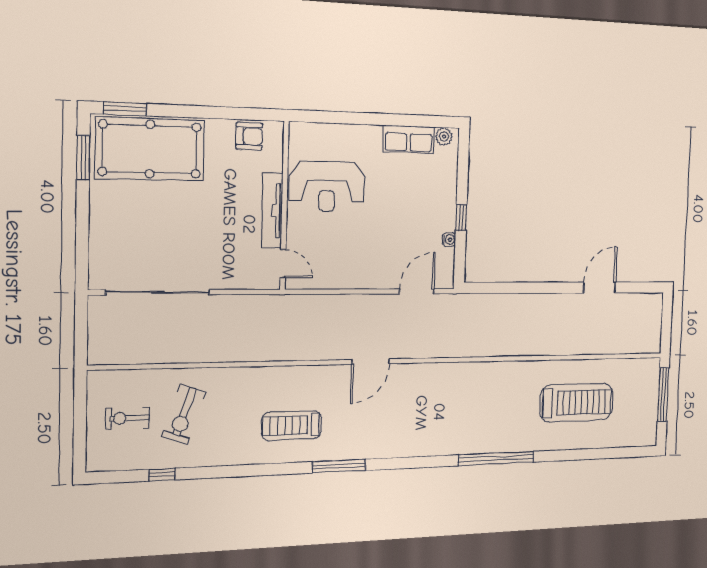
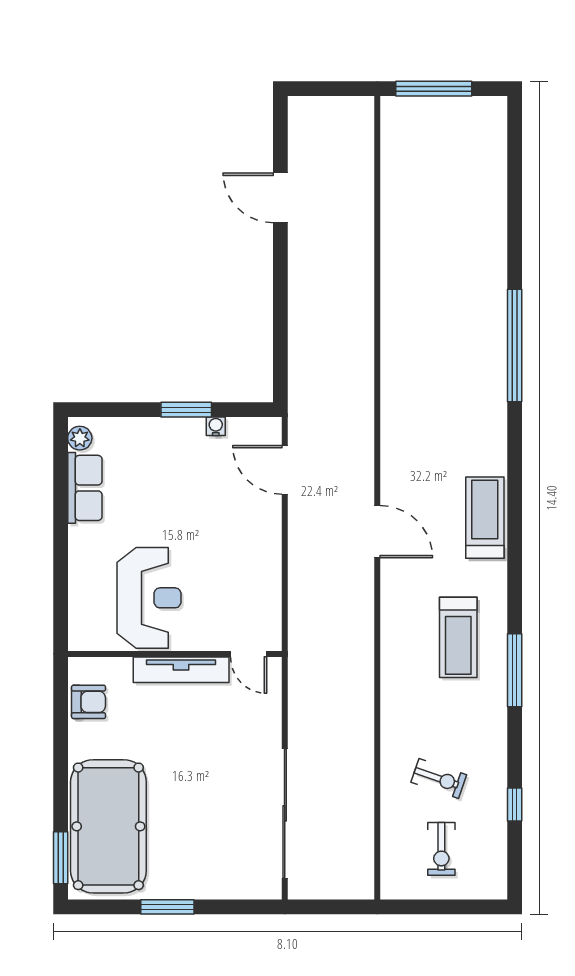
armchair: (249, 136) -> (89, 702), turned 90
window: (83, 158) -> (167, 907), moved
window: (461, 218) -> (186, 410), width x1.50
door: (283, 264) -> (249, 654), swing flipped
treadmill: (576, 402) -> (485, 518), moved, width x0.73, depth x0.73
exercise bike: (184, 414) -> (439, 778), width x0.73, depth x0.72
window: (339, 466) -> (515, 670), moved

